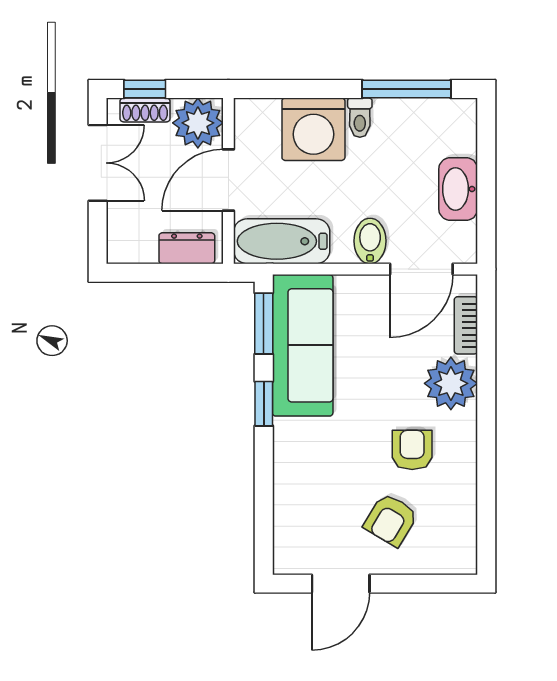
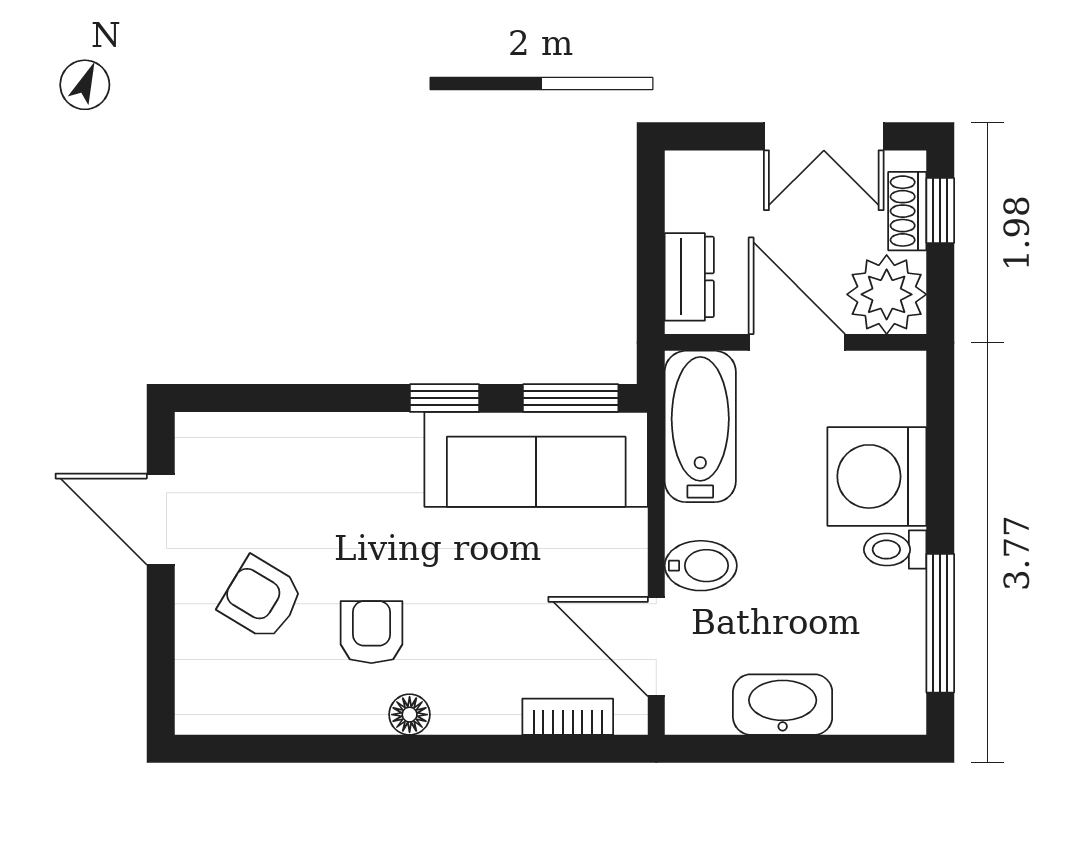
plant: (451, 383) -> (476, 693), removed
floor lamp: (464, 426) -> (410, 715), added
armchair: (412, 450) -> (371, 632), turned -90

